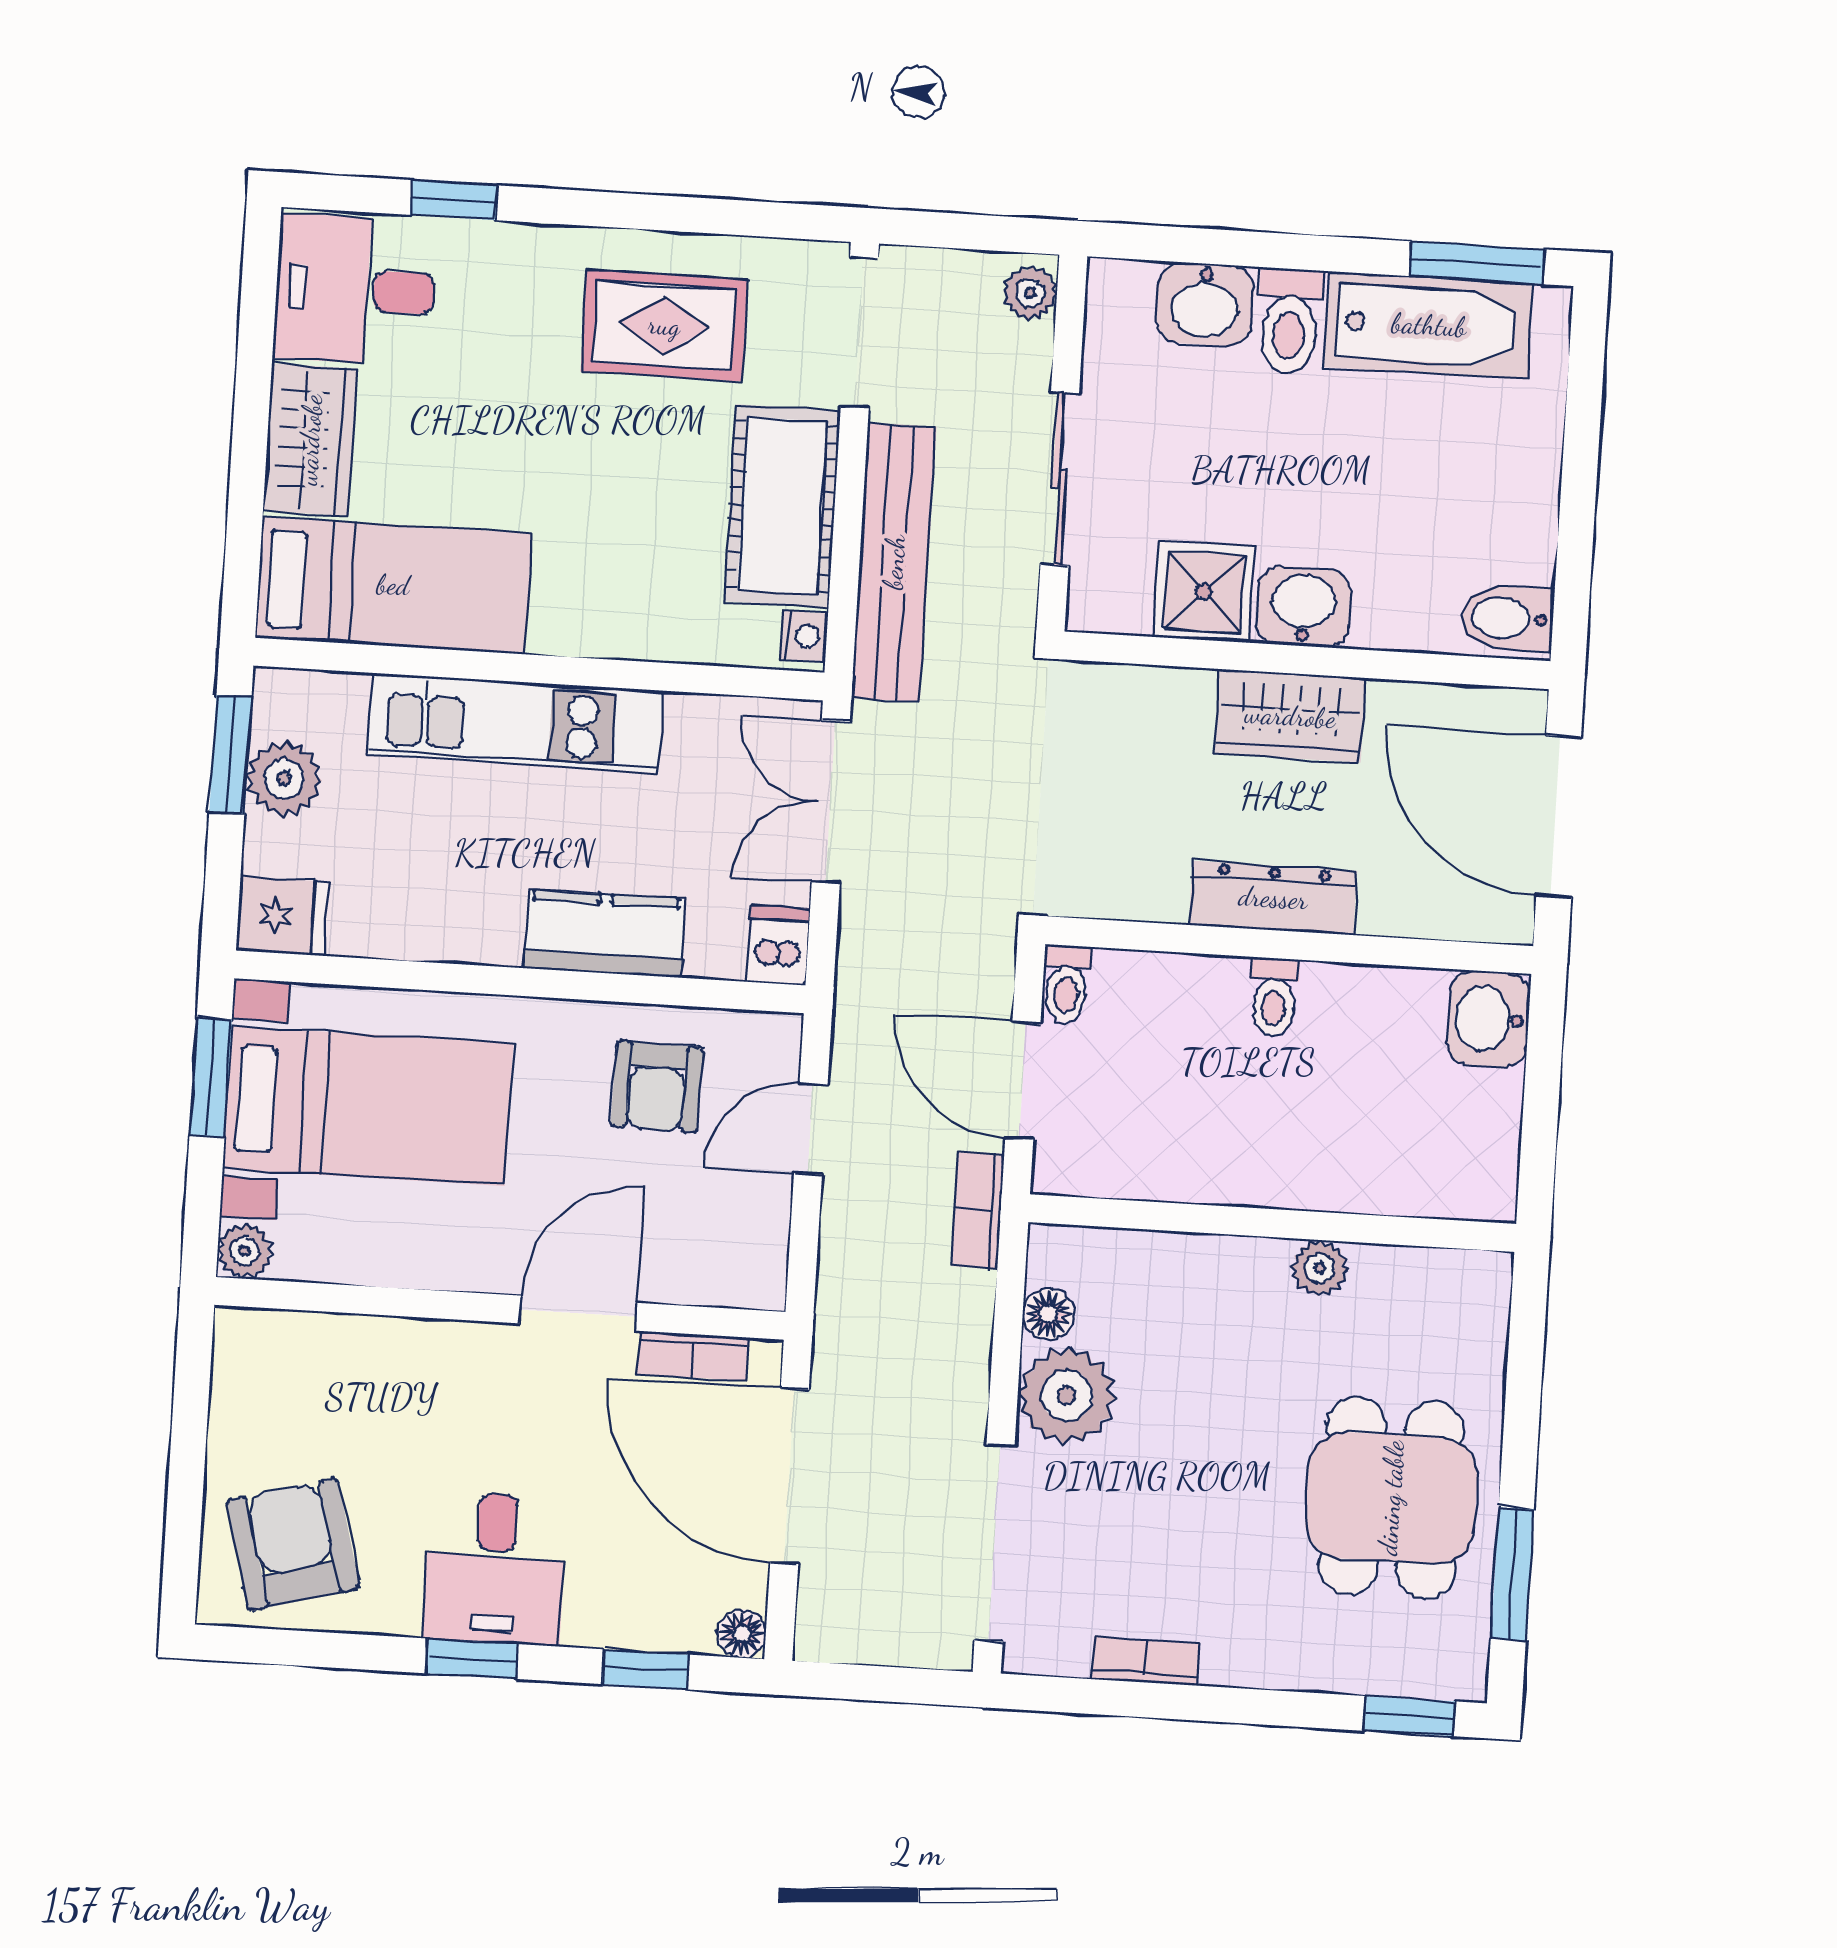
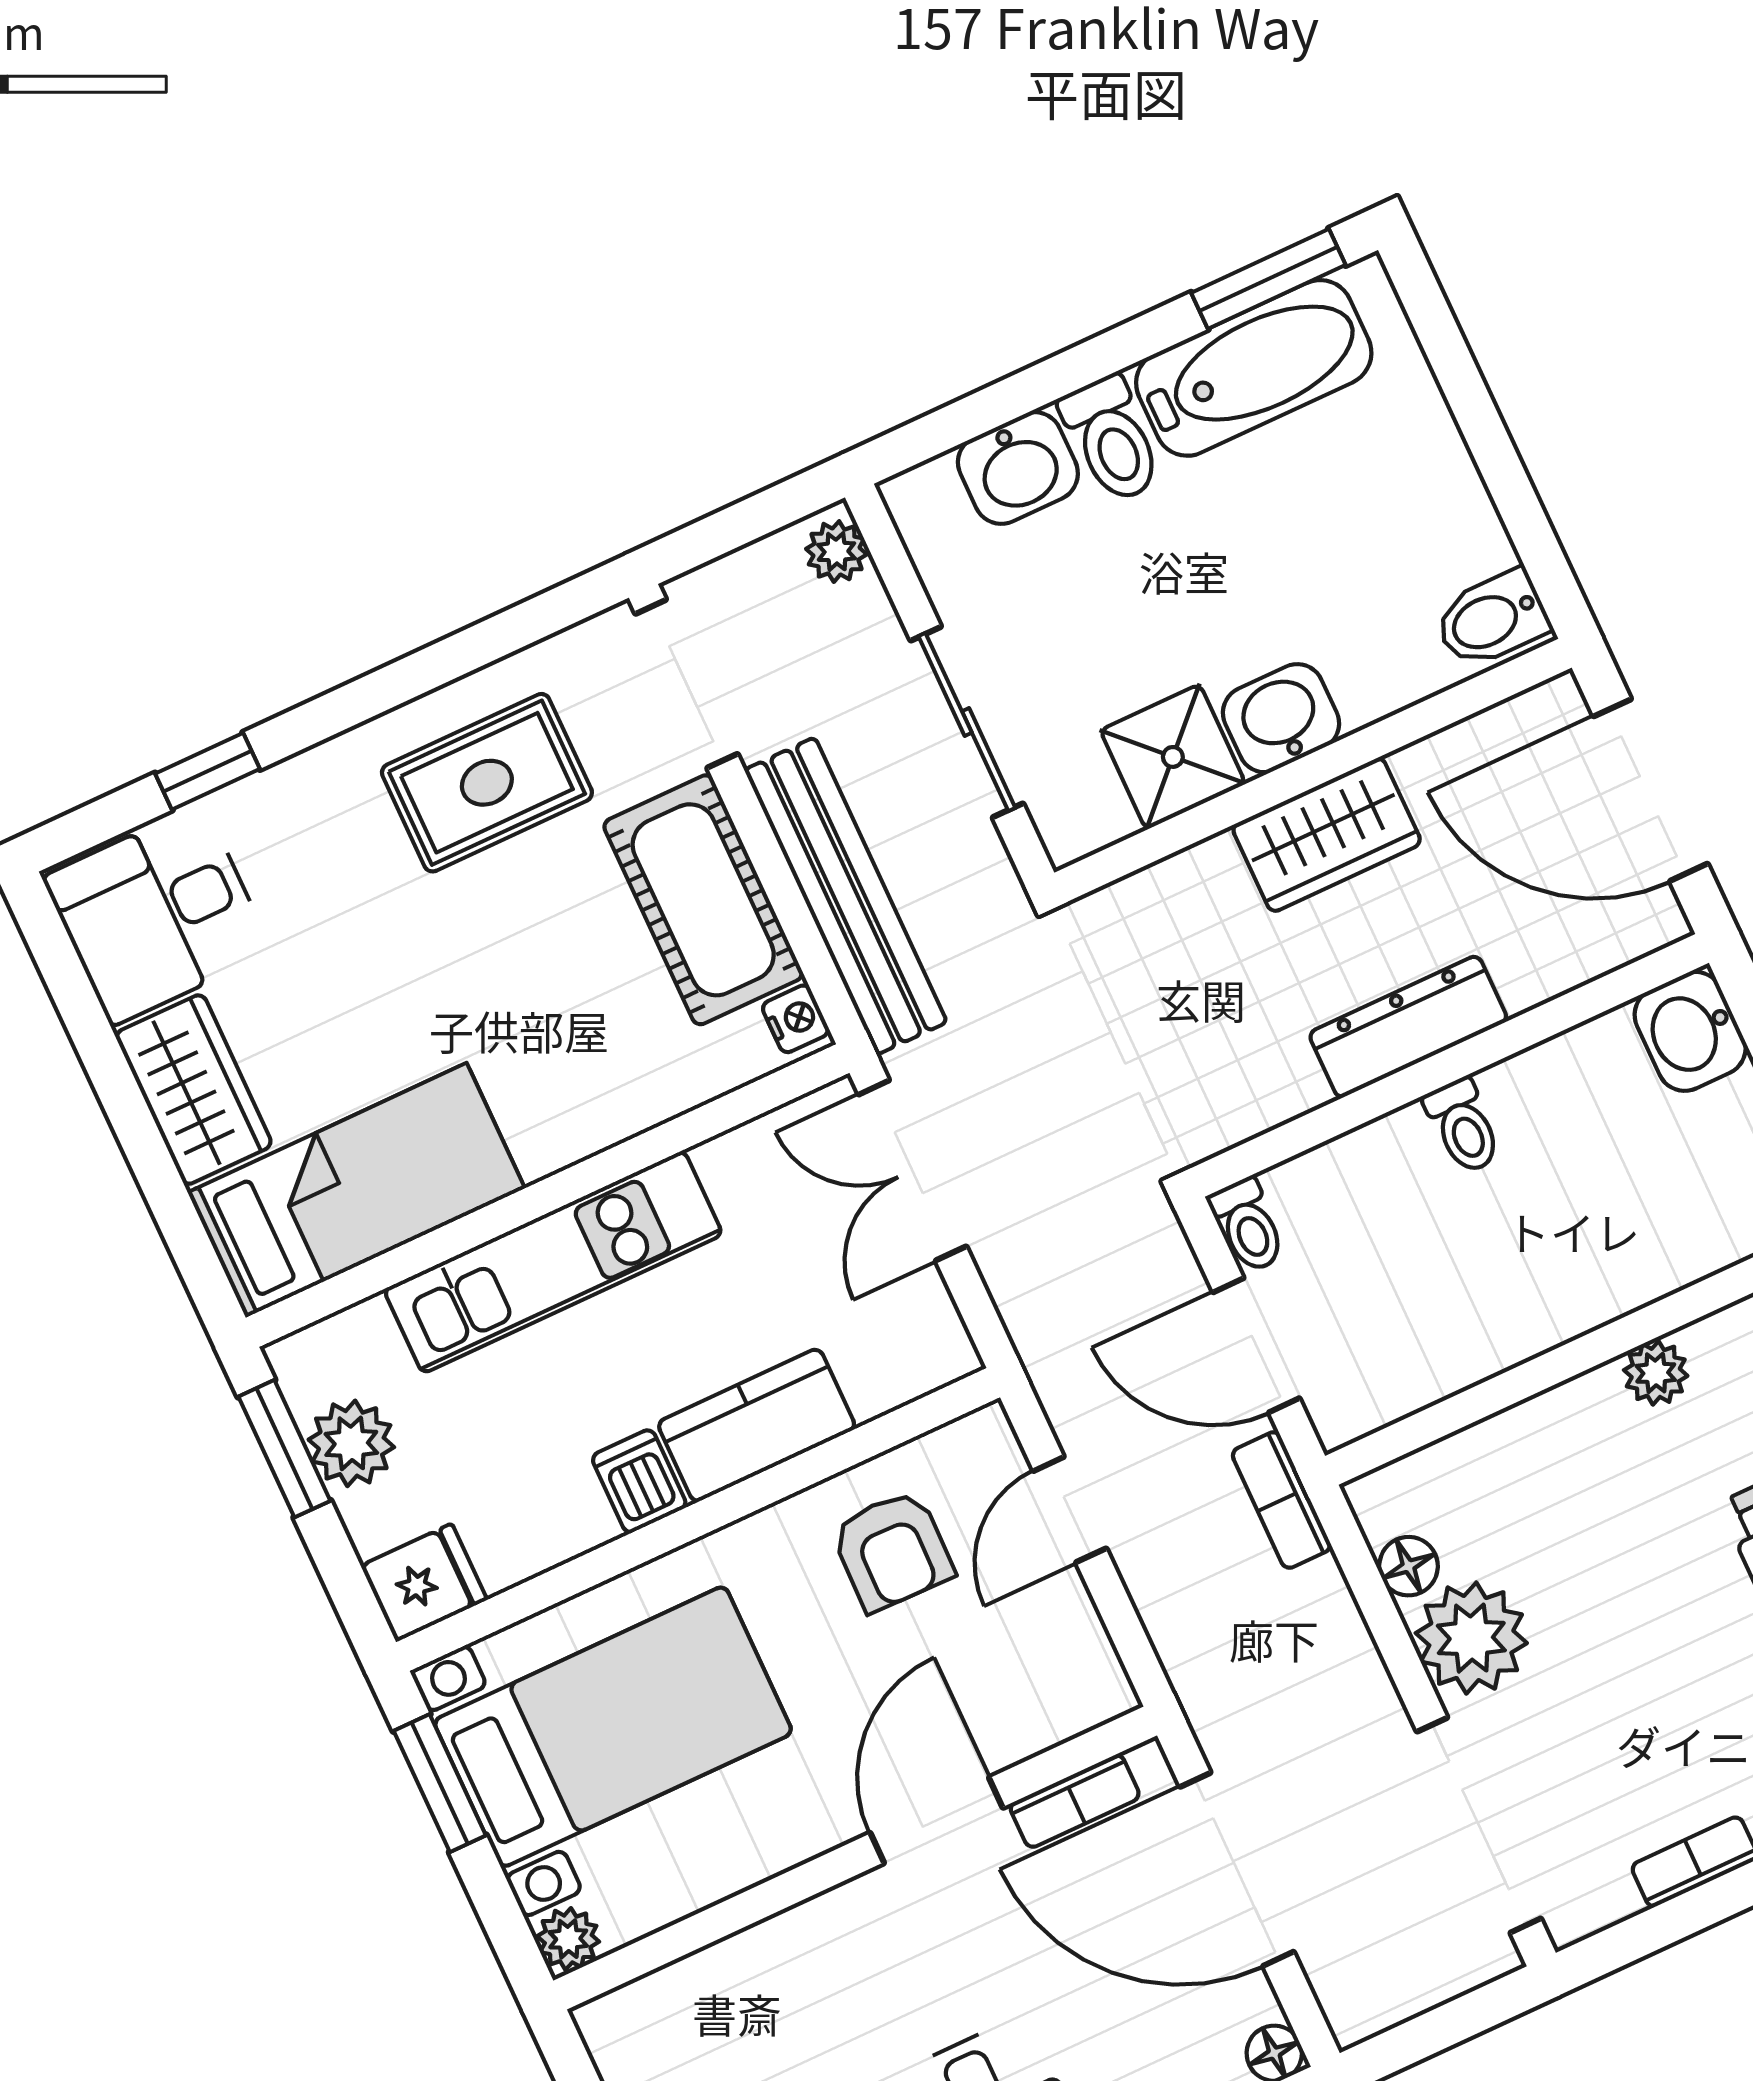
dishwasher: (778, 945) -> (639, 1481), moved

